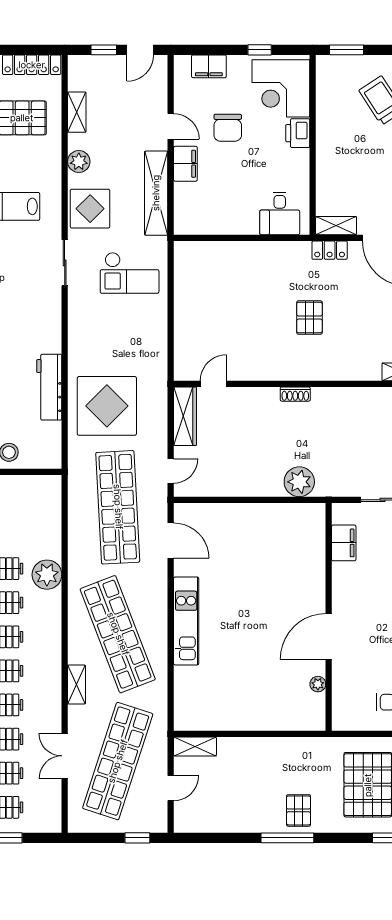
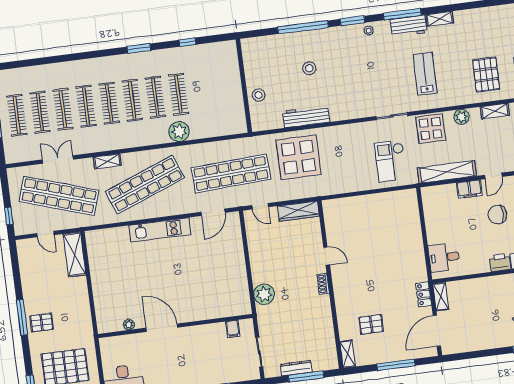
pallet: (309, 318) -> (371, 324), moved
door: (214, 384) -> (327, 256), moved
filing cabinet: (344, 543) -> (233, 329), width x0.50
shelving: (195, 746) -> (75, 254), width x1.50, depth x1.33

